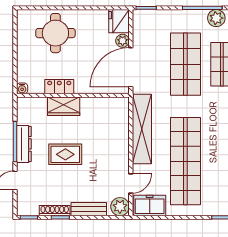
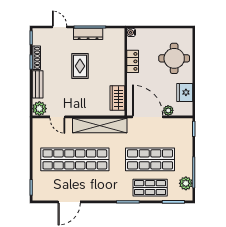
fridge: (119, 21) -> (185, 92), moved, turned -90
wardrobe: (64, 106) -> (117, 98), moved
freezer: (150, 205) -> (40, 132), removed

